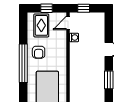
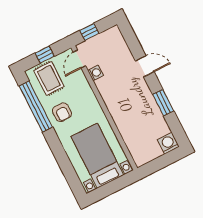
window: (23, 63) -> (36, 107), moved

